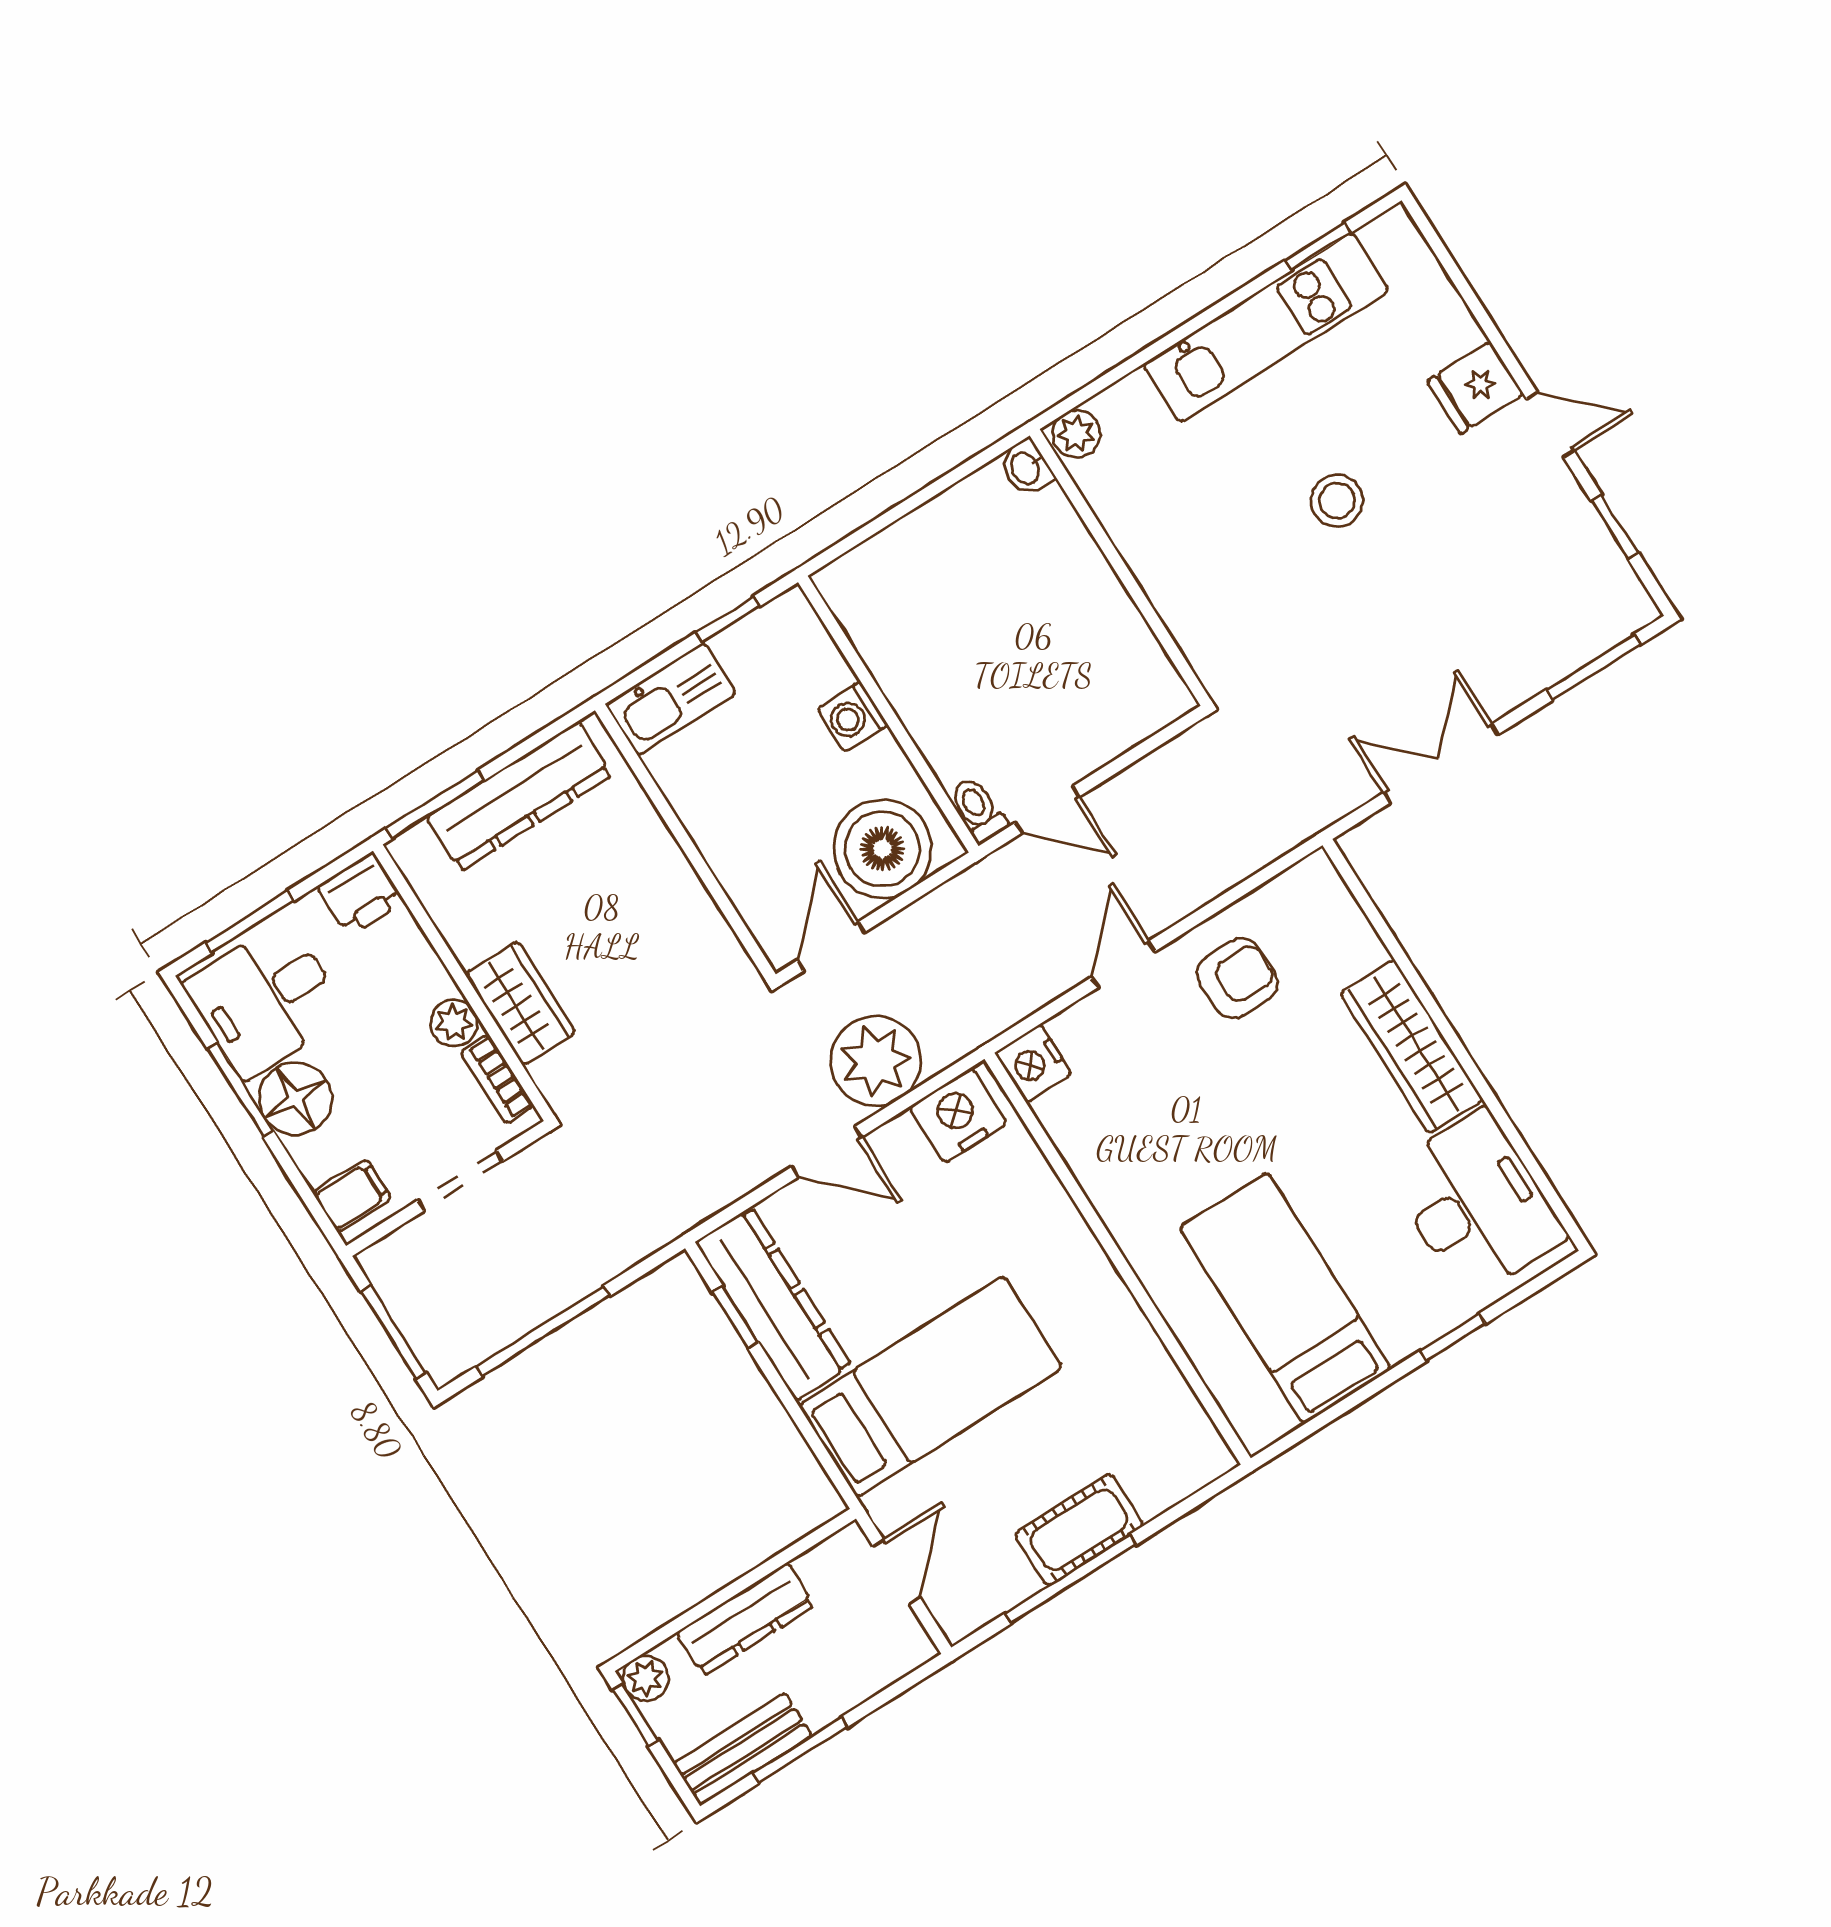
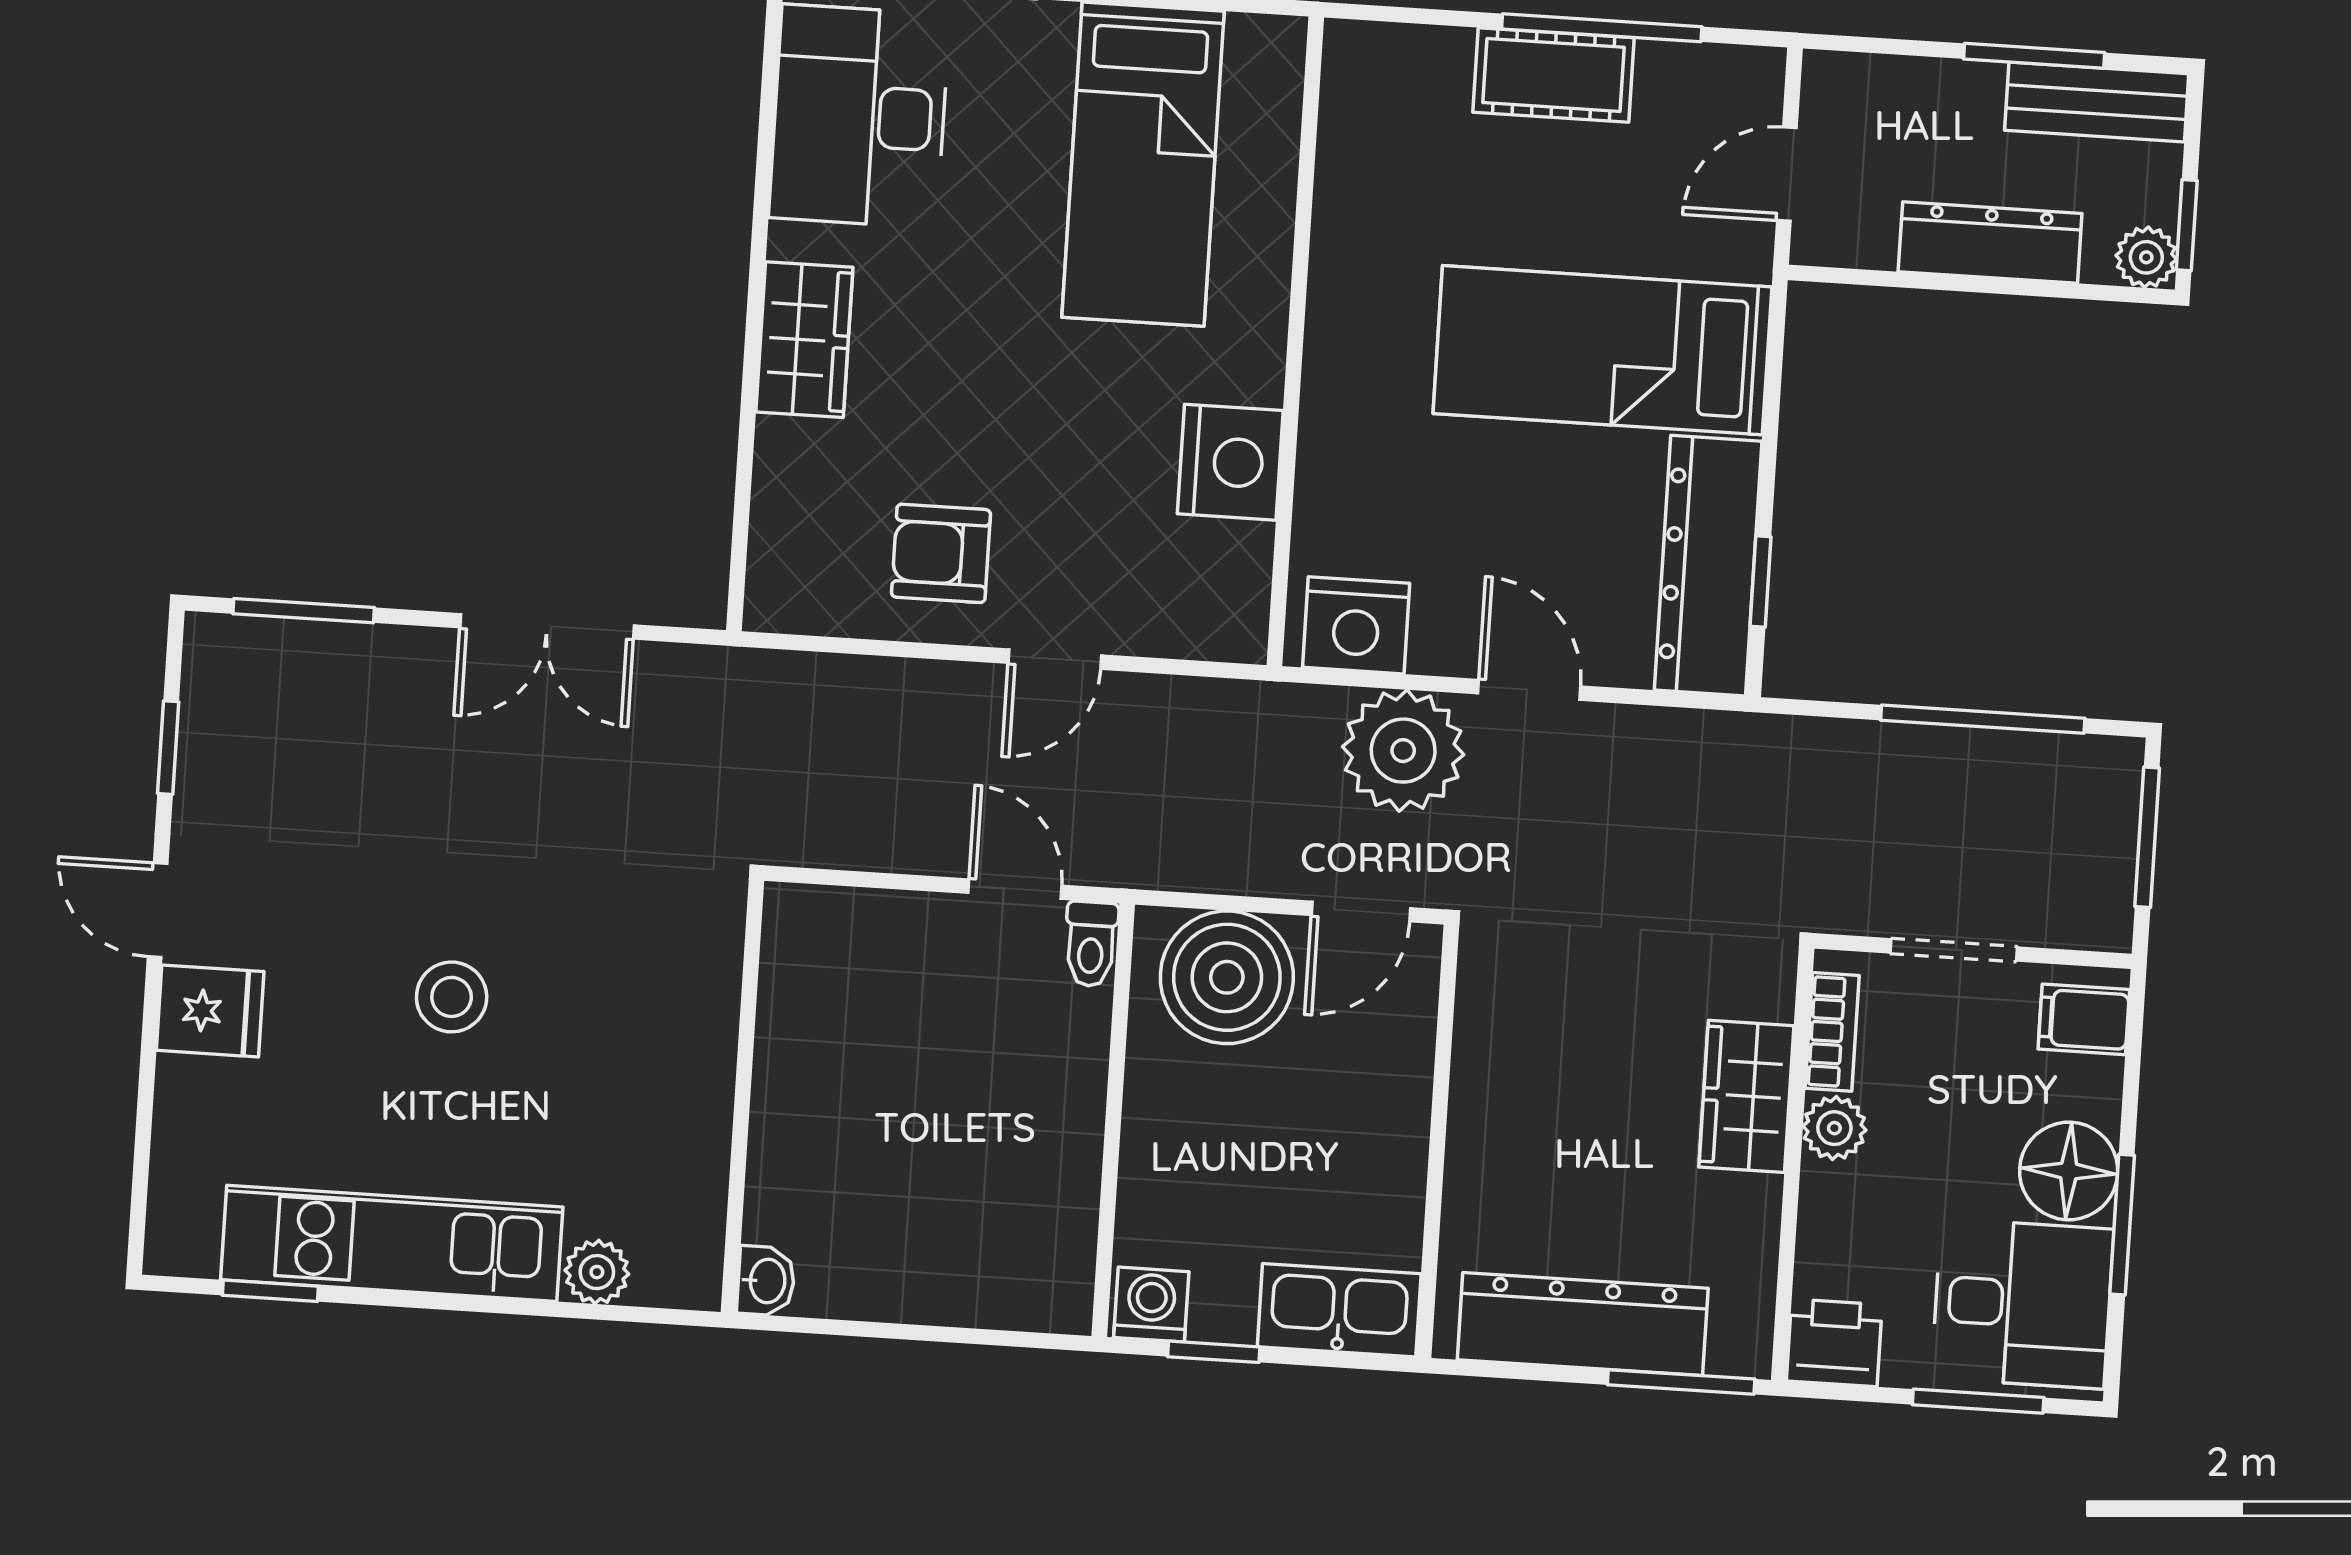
plant: (1076, 434) -> (597, 1272), moved
washing machine: (852, 717) -> (1151, 1305), moved, turned -90
wardrobe: (1412, 1046) -> (804, 340), width x0.67
nightstand: (1033, 1063) -> (1230, 462), moved, width x1.36, depth x1.33

